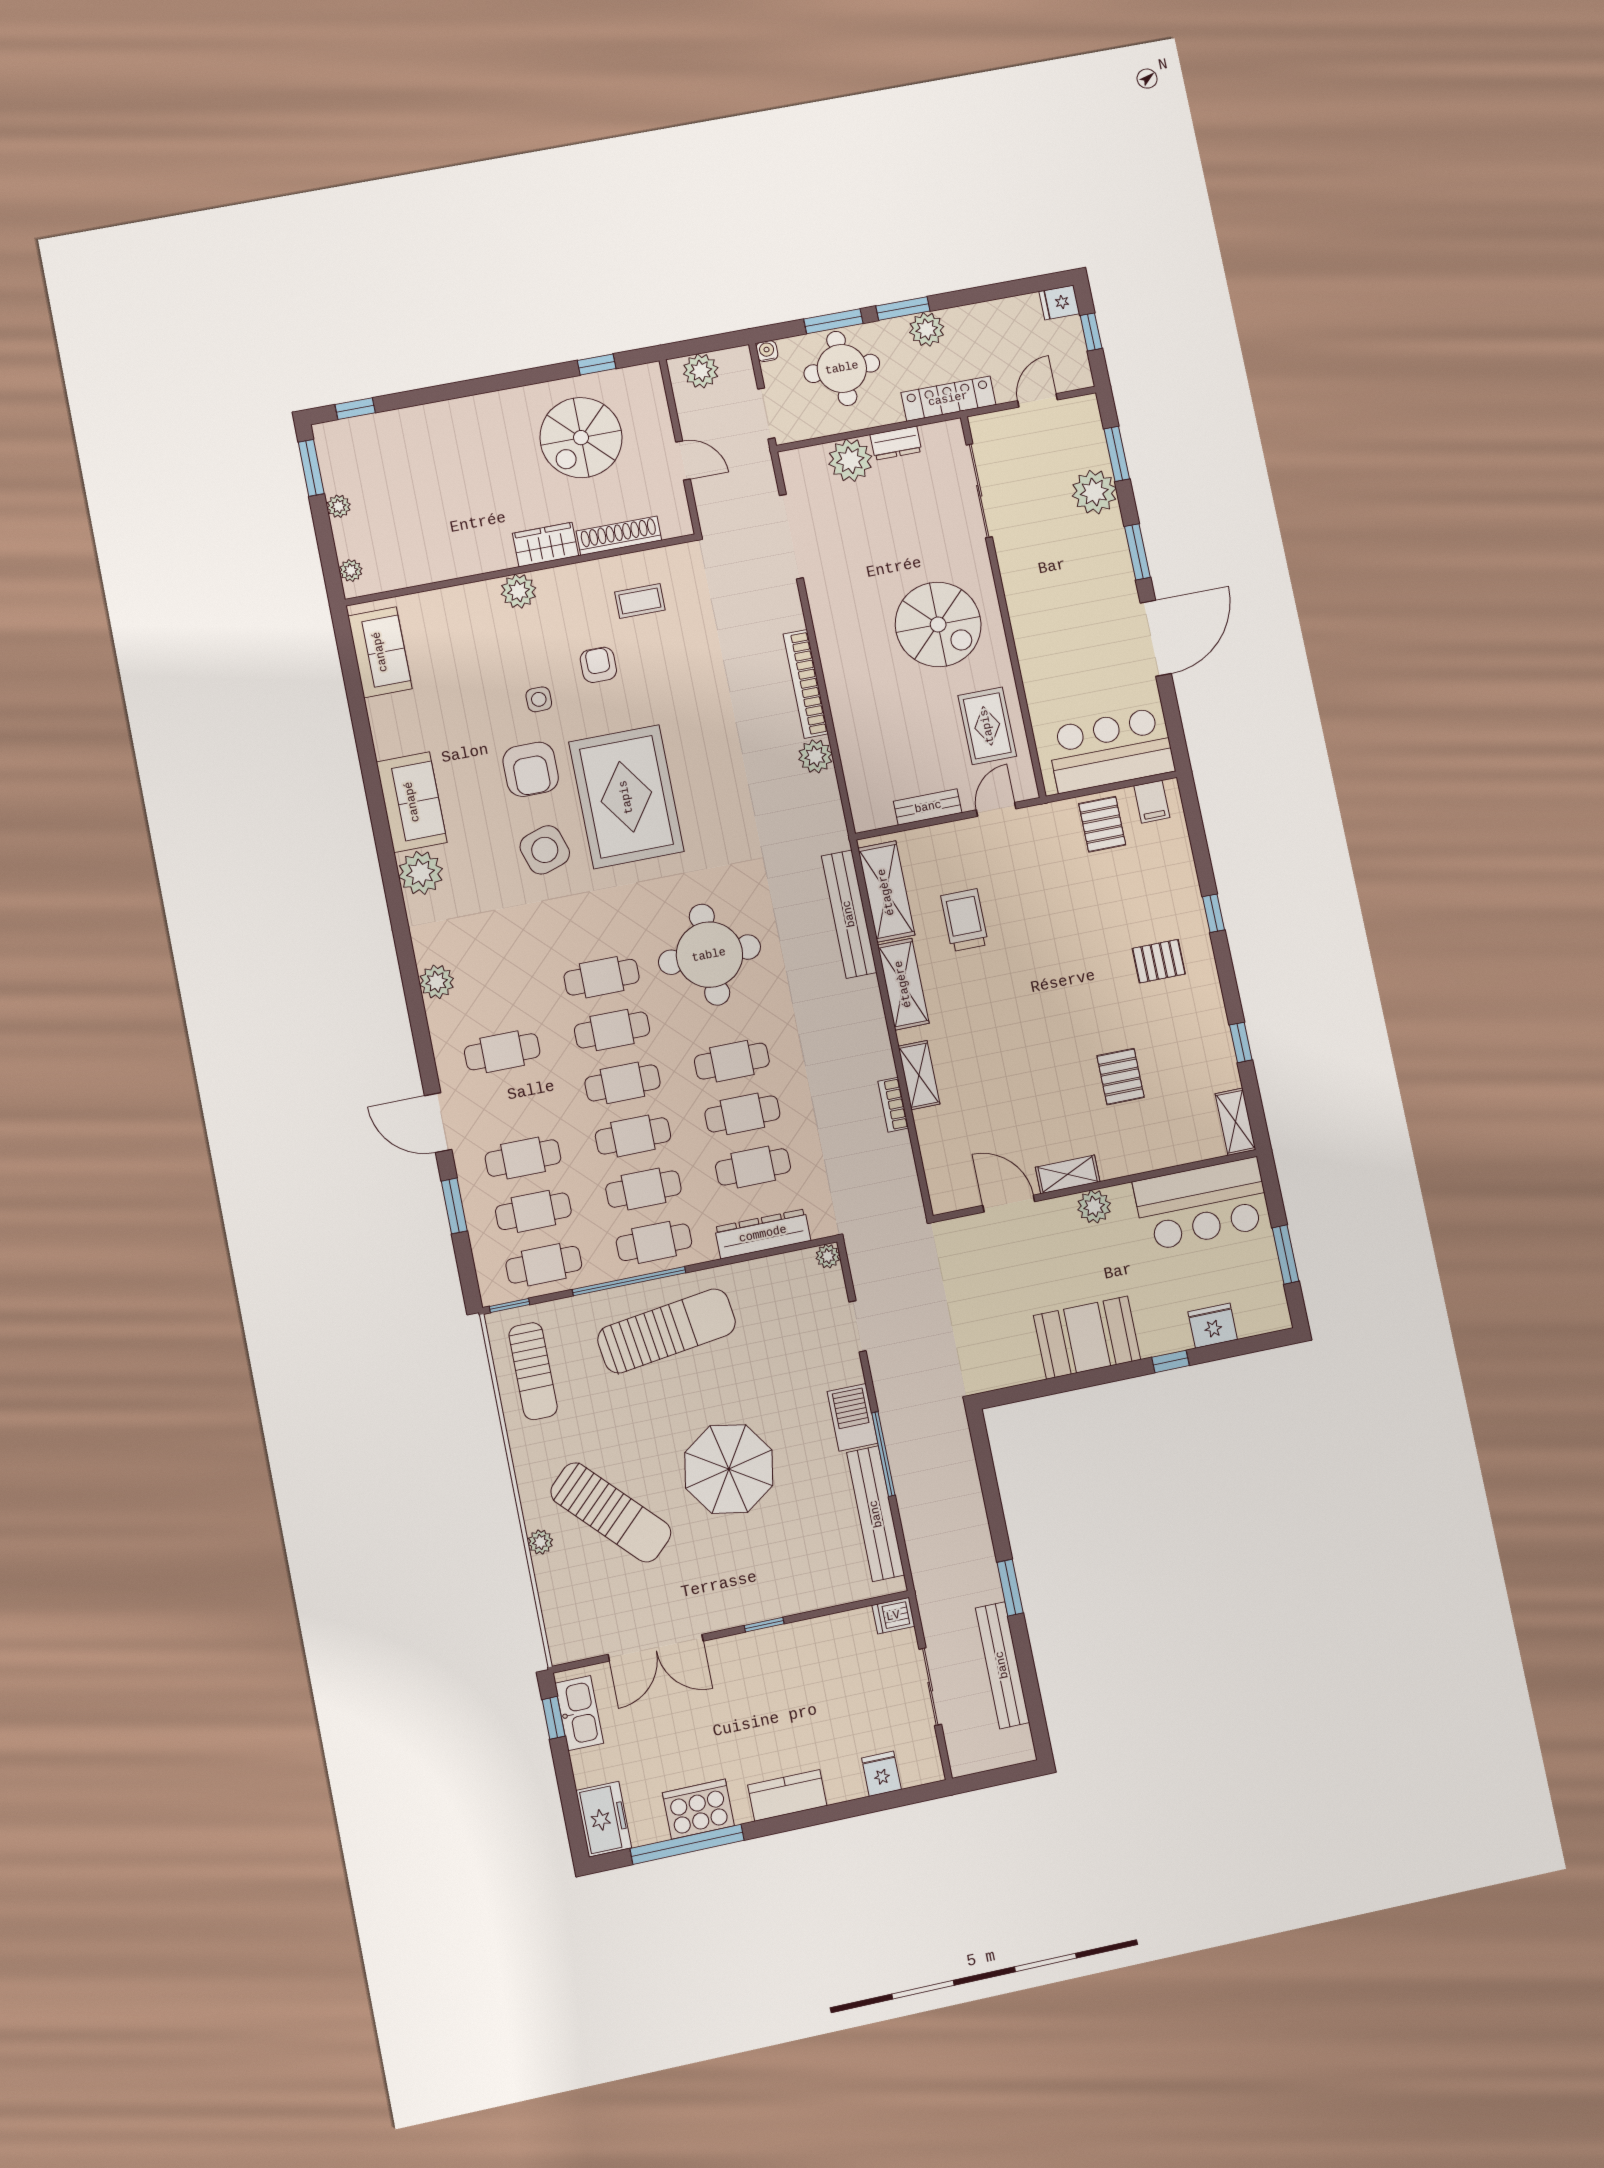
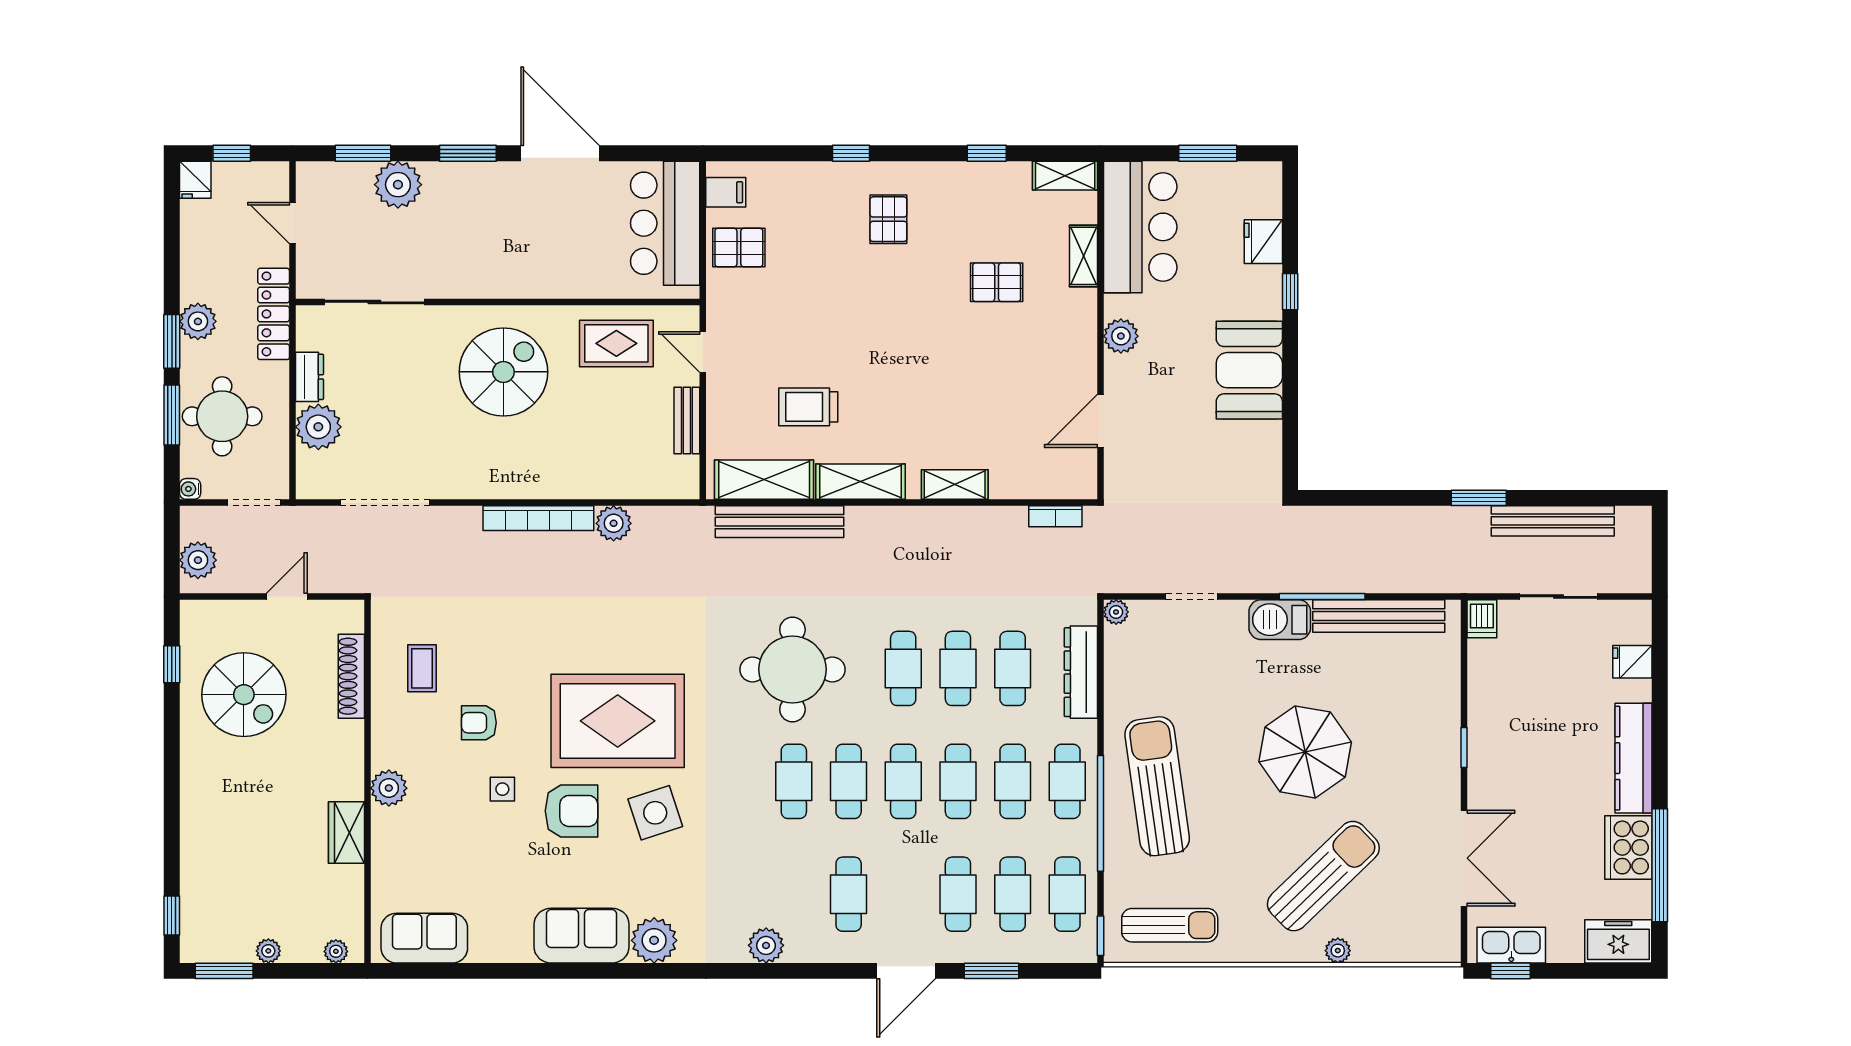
wardrobe: (545, 545) -> (347, 833), moved
bookcase: (893, 1105) -> (1055, 516), moved
shelving: (1068, 1174) -> (1084, 256), moved
kitchen counter: (787, 1795) -> (1634, 758), width x1.50

